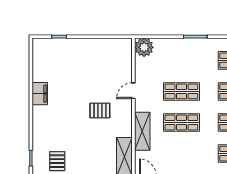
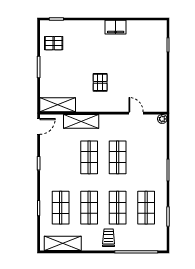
plant: (144, 47) -> (162, 119), width x0.53, depth x0.53
door: (133, 91) -> (136, 113), moved

